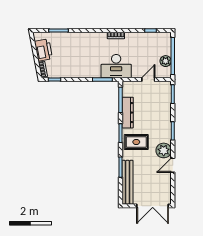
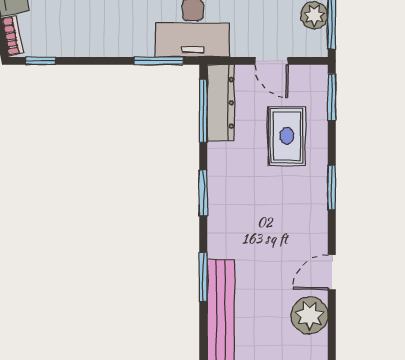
door: (148, 80) -> (272, 61), swing flipped
dresser: (128, 113) -> (221, 103), moved
rug: (136, 142) -> (287, 136), moved, turned 90
plant: (164, 150) -> (309, 315), moved

